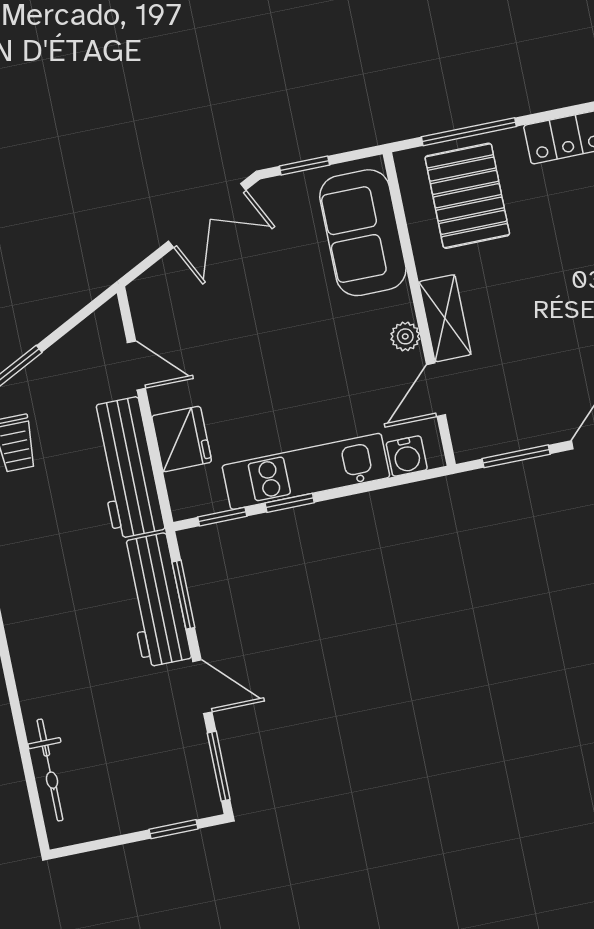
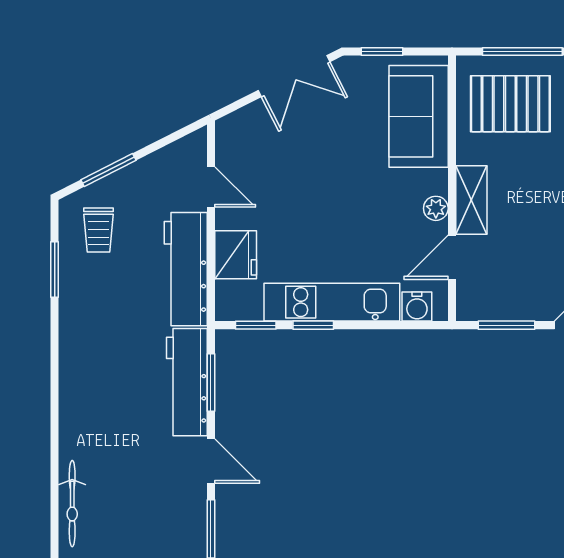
pallet: (467, 196) -> (510, 104), turned 90

